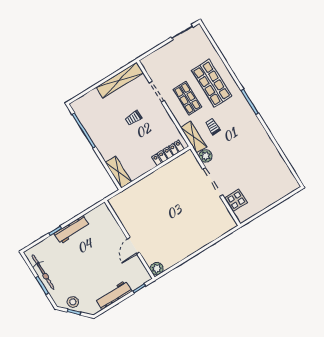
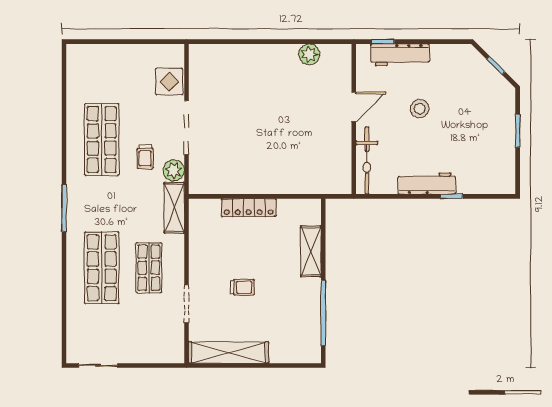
trolley: (213, 127) -> (145, 157), moved
shop shelf: (252, 149) -> (102, 139), added
locker: (168, 153) -> (249, 208), moved
shelving: (118, 172) -> (311, 251), moved
plant: (157, 269) -> (309, 54), moved
bicycle: (43, 272) -> (367, 161), moved, turned 180
workbench: (114, 295) -> (400, 55), moved
stool: (73, 302) -> (420, 109), moved

